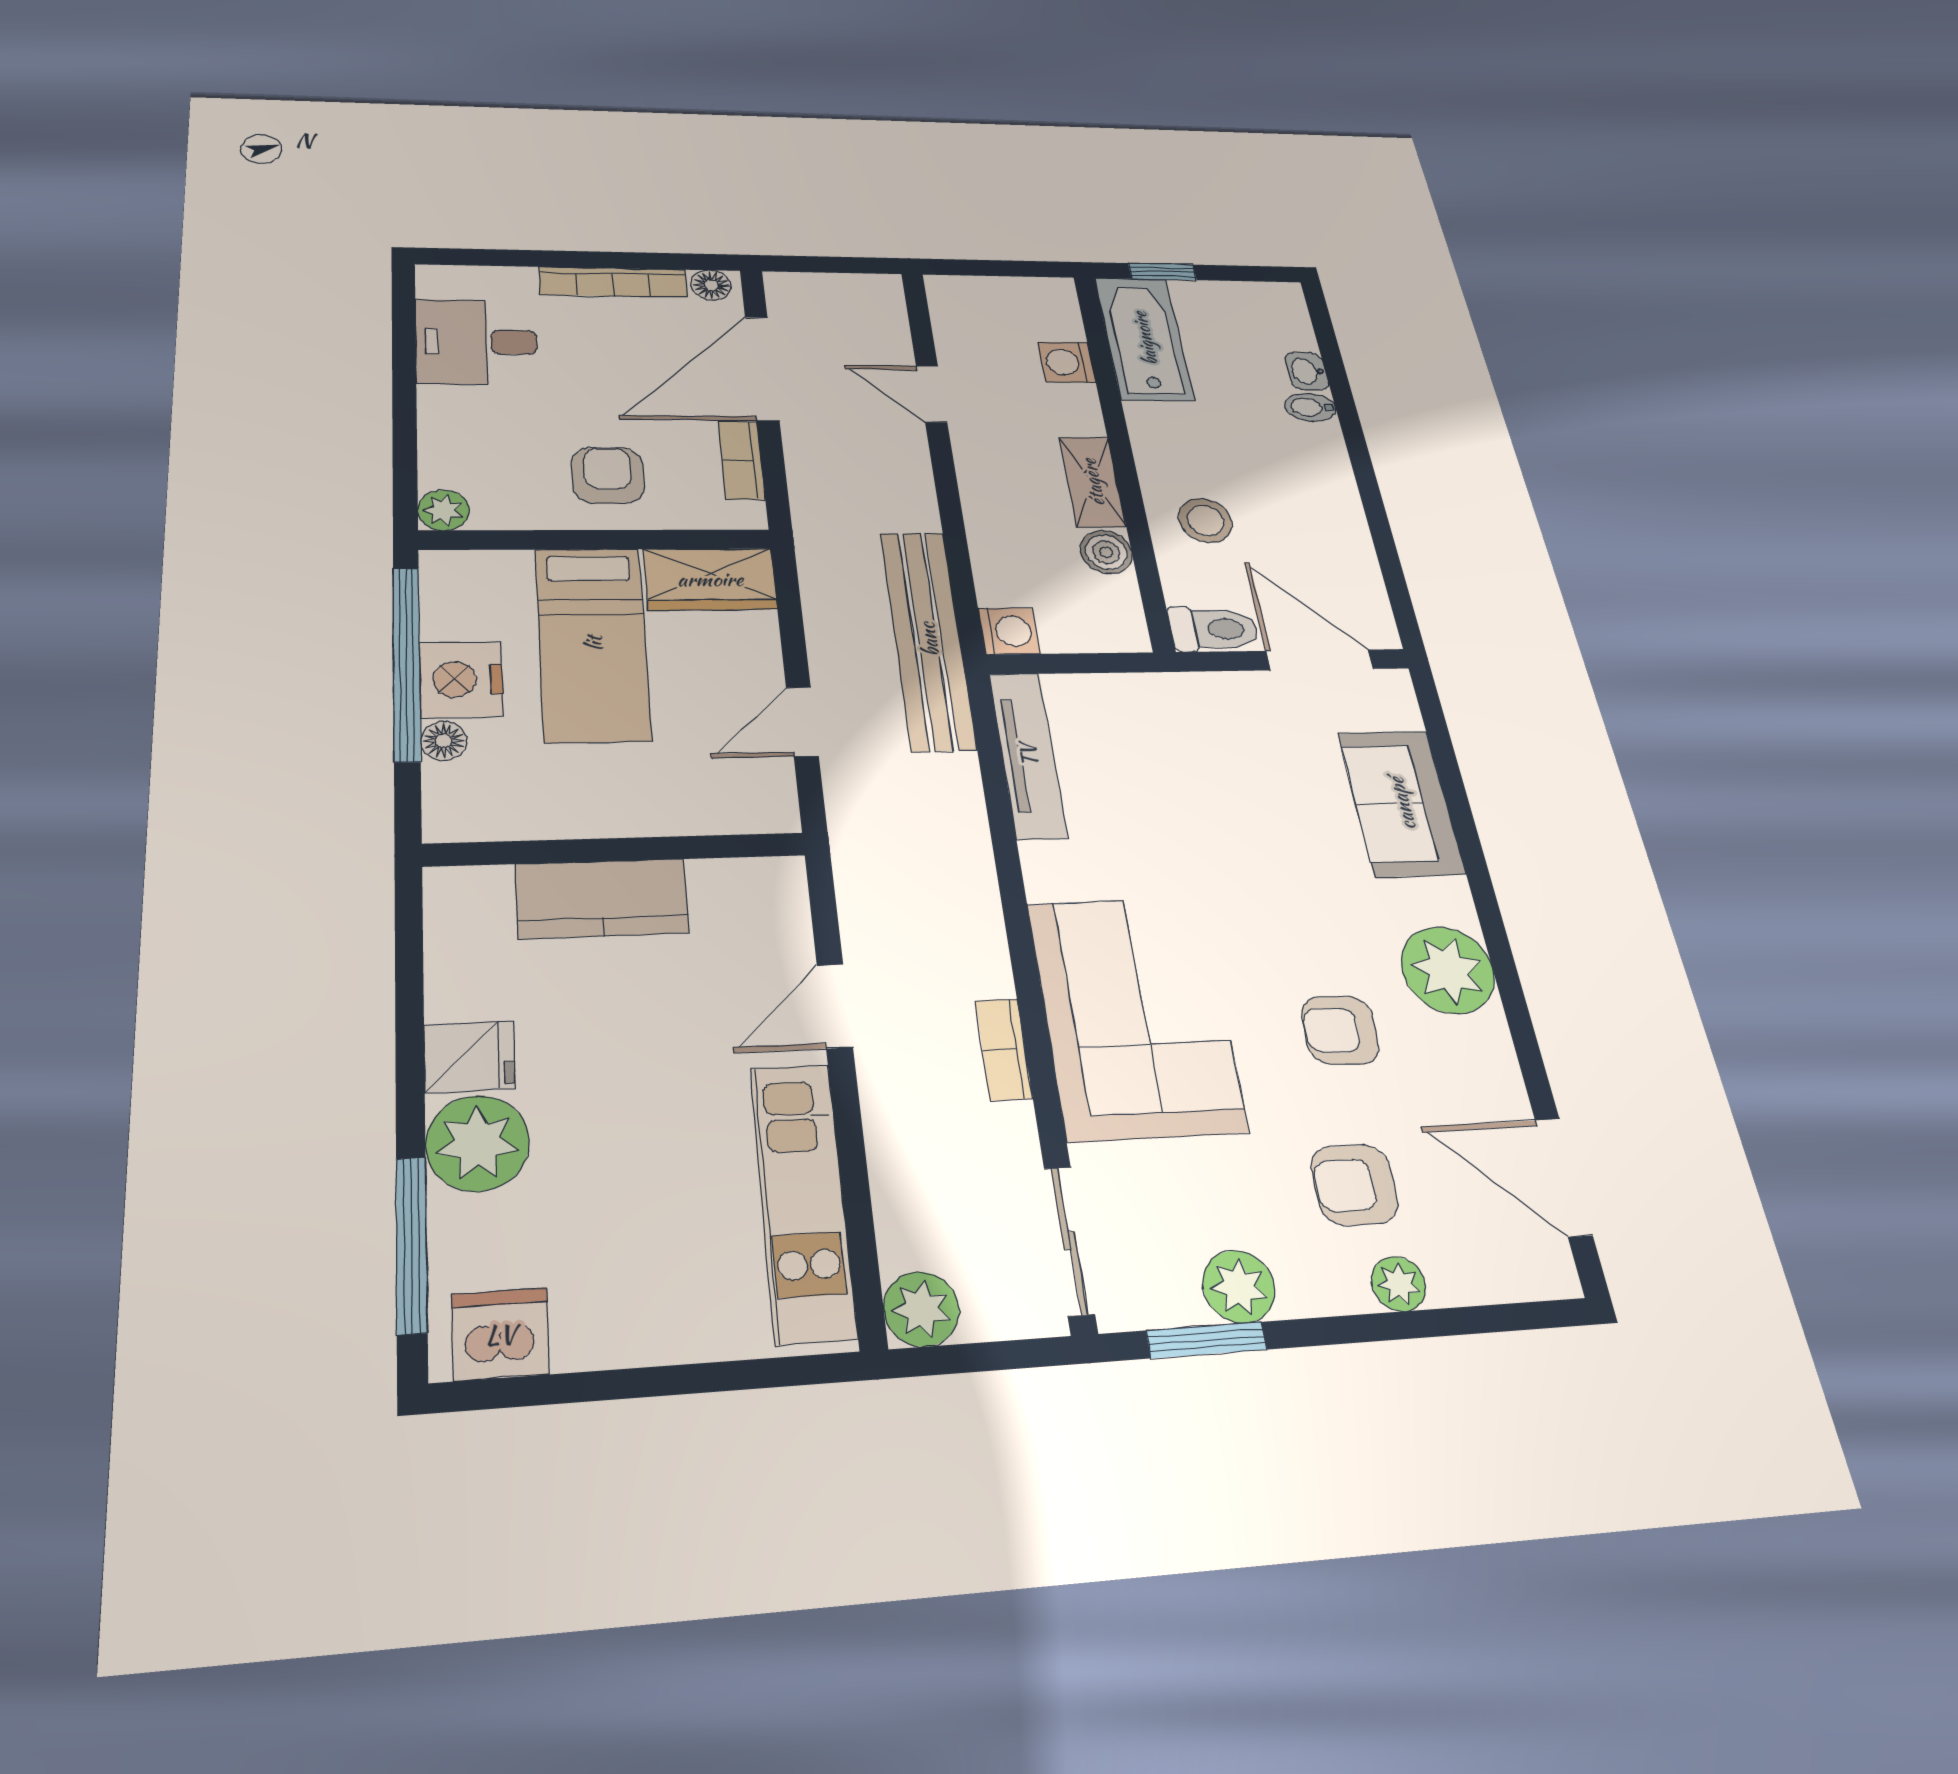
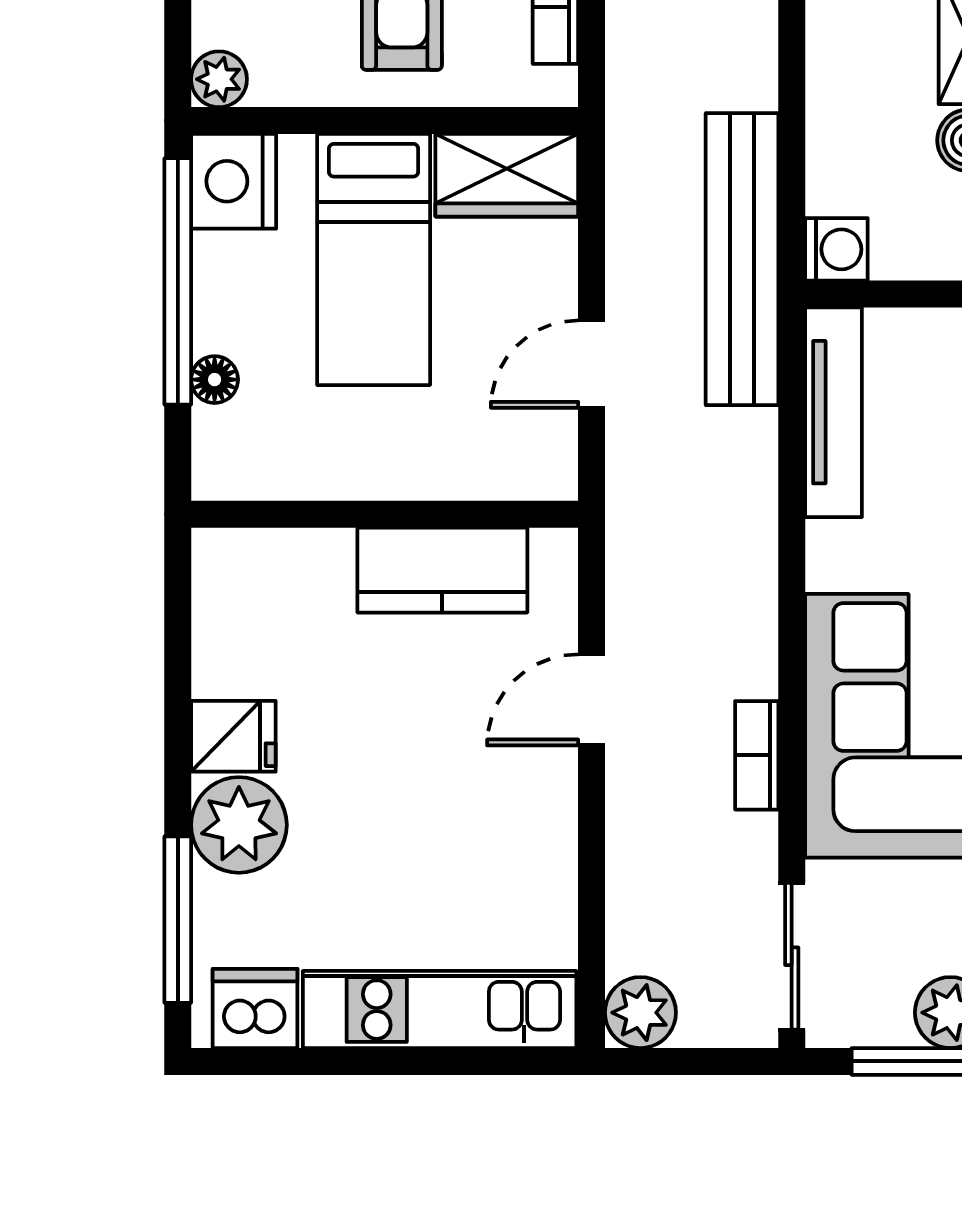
nightstand: (461, 679) -> (234, 181), moved
kitchen counter: (602, 898) -> (442, 570), moved
kitchen unit: (803, 1200) -> (440, 1010), moved, turned 90

